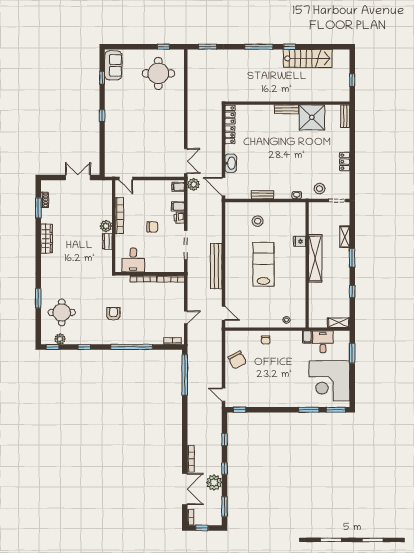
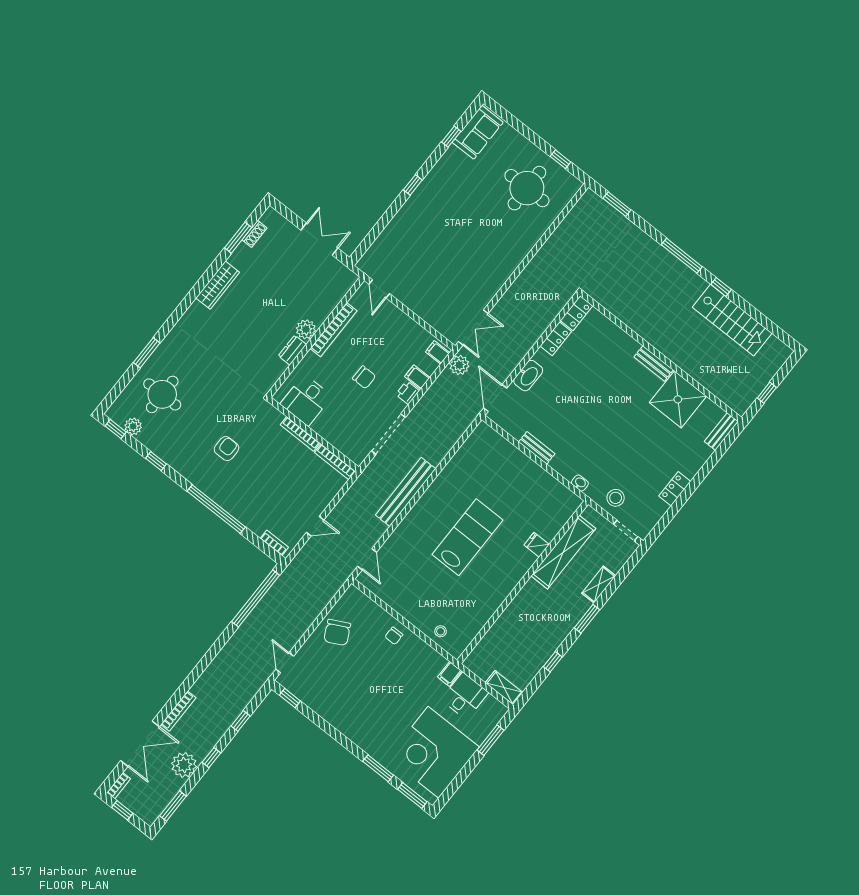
stool: (258, 221) -> (504, 477), removed
shelving: (315, 258) -> (563, 552), moved

